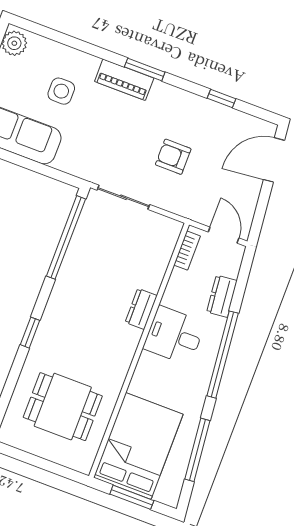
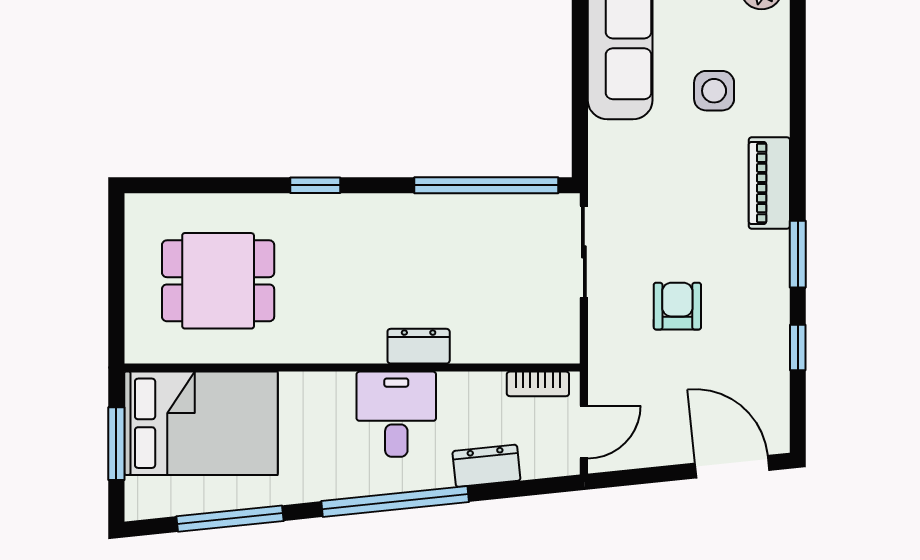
window: (145, 69) -> (798, 254), moved
dining table: (63, 407) -> (218, 281), turned 90

